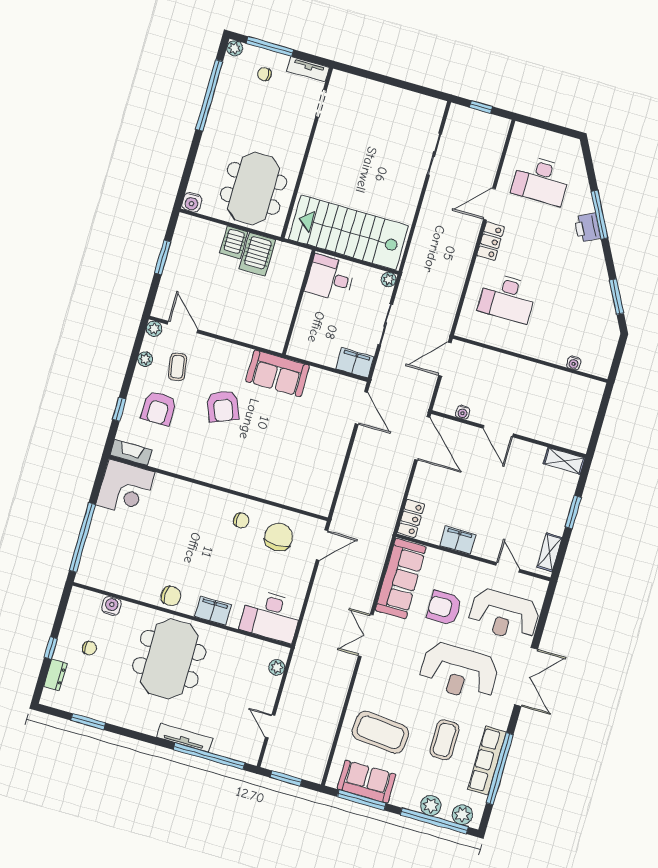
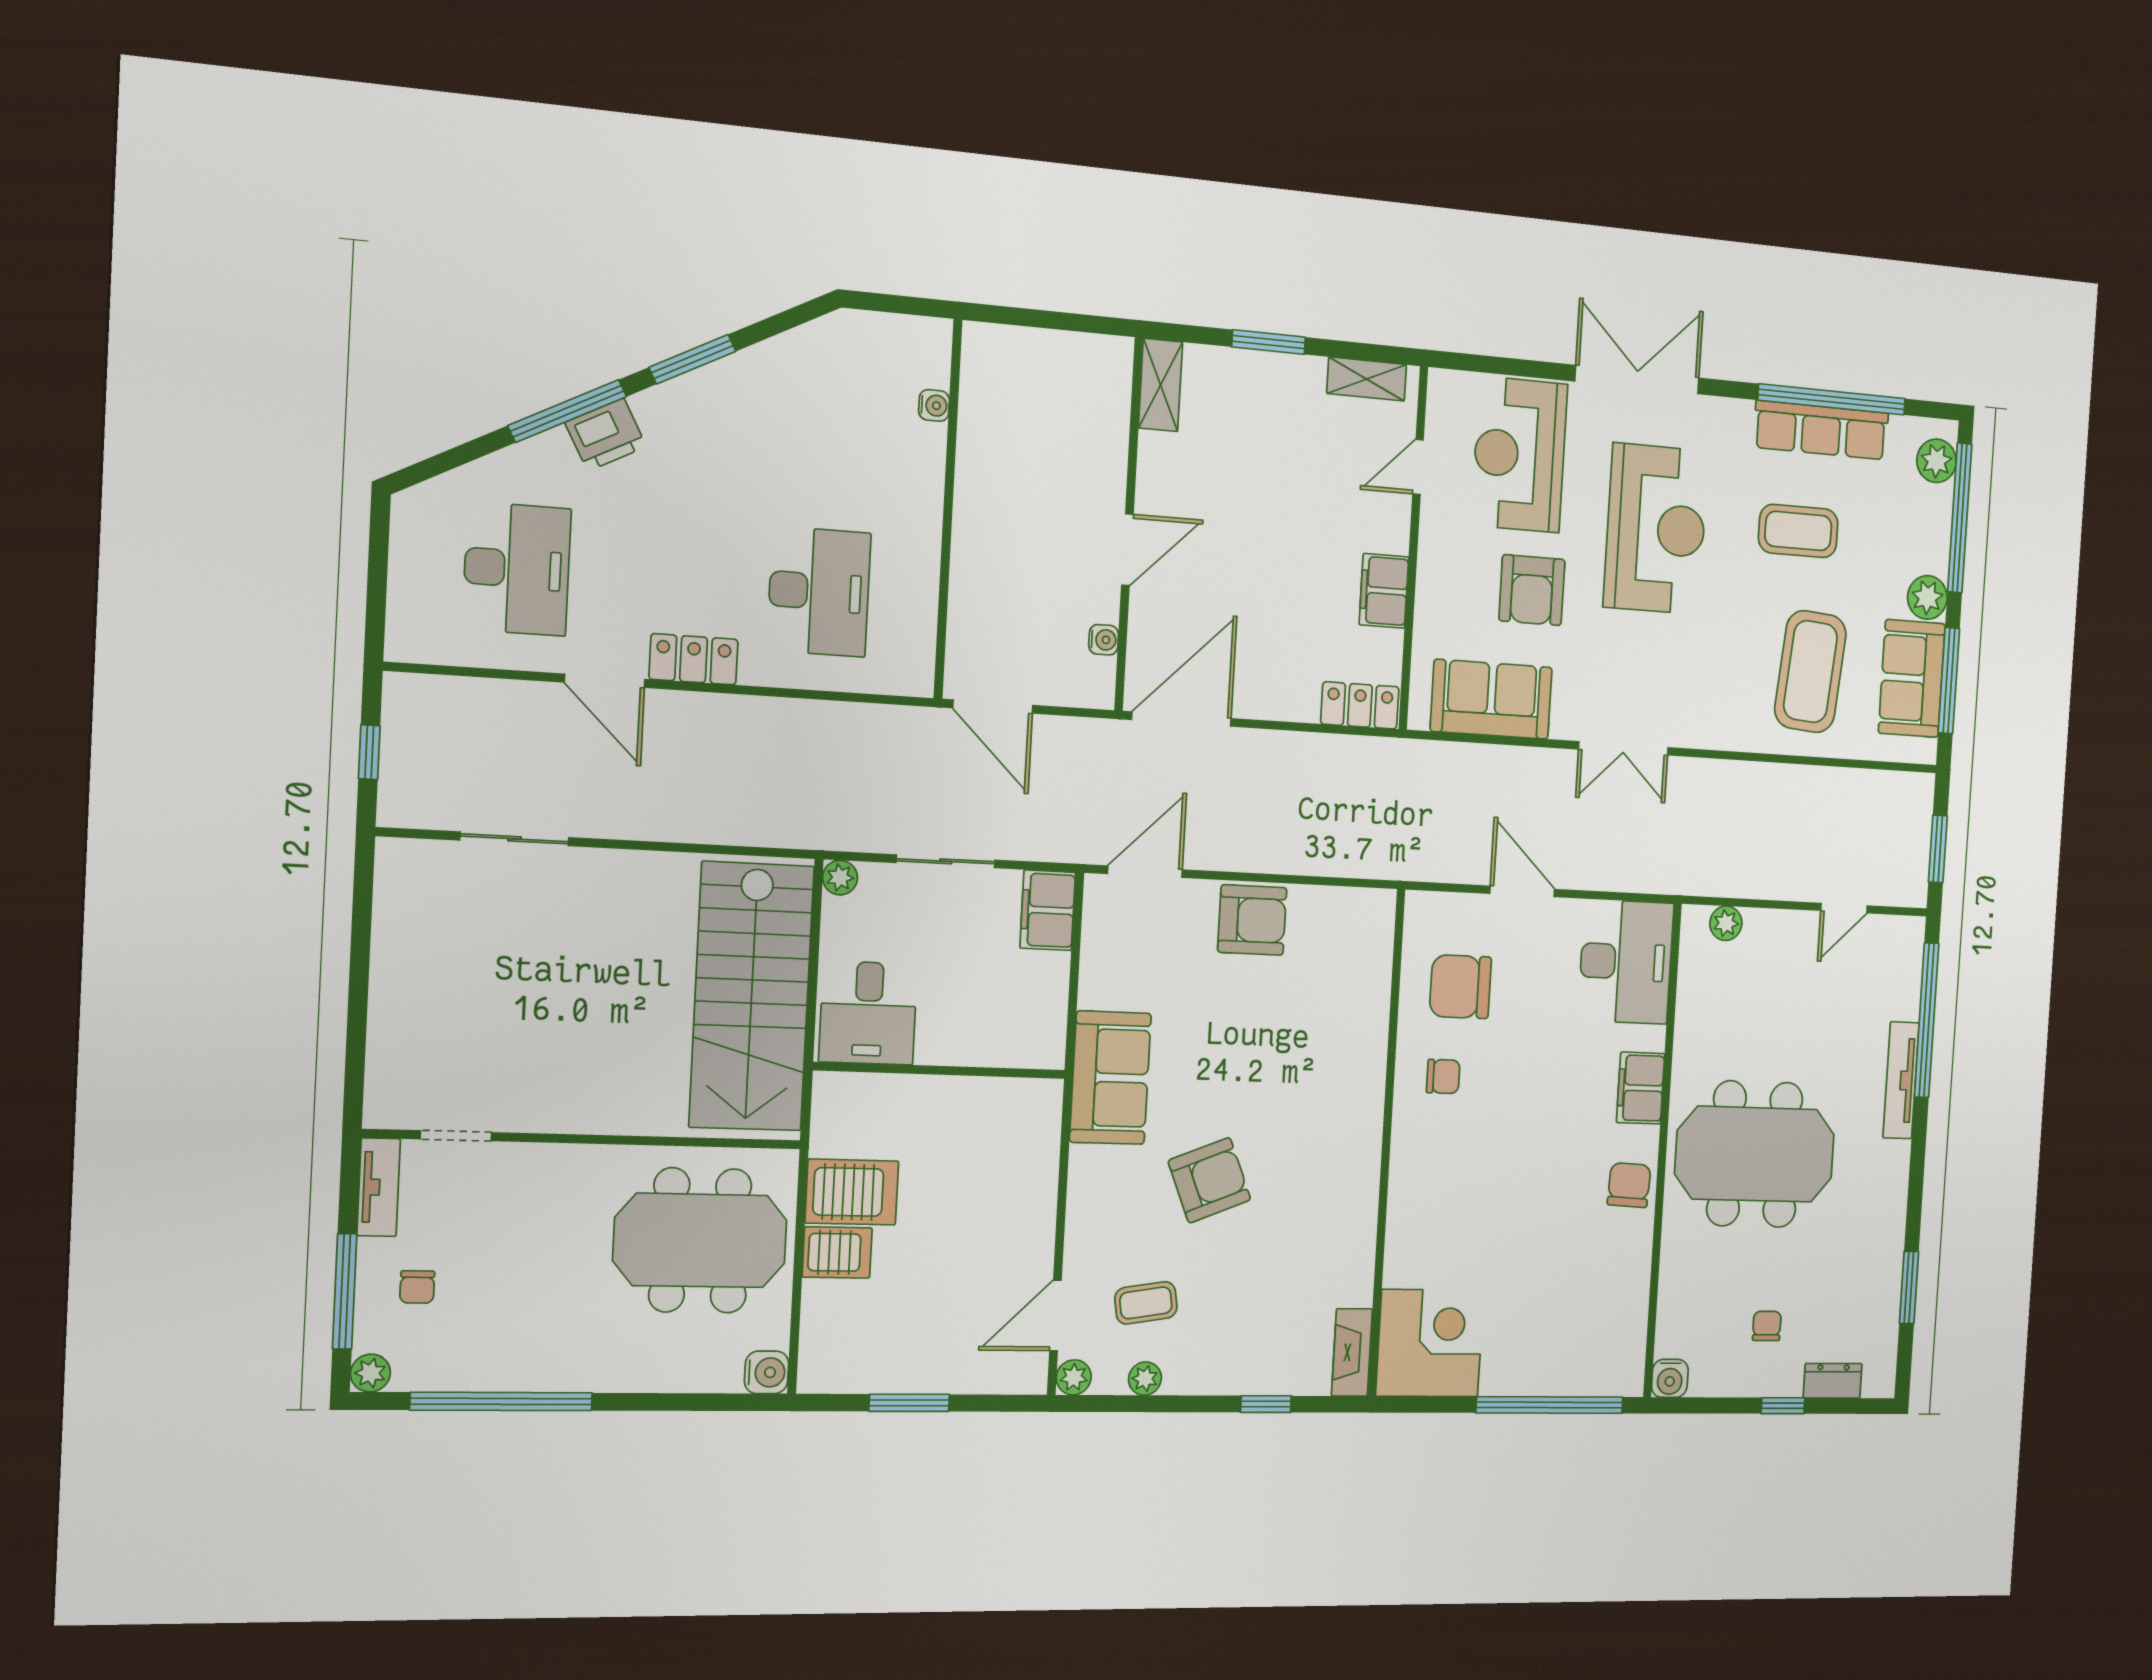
window: (617, 297) -> (692, 359), moved
armchair: (159, 408) -> (1252, 920), moved
chair: (241, 520) -> (1443, 1076), turned 90
door: (322, 545) -> (1522, 891), moved
sofa: (401, 579) -> (1491, 699), width x0.73
water cooler: (111, 606) -> (1670, 1378), moved, turned -90
reception desk: (504, 615) -> (1520, 455), turned 180
plant: (431, 806) -> (1927, 597), moved

